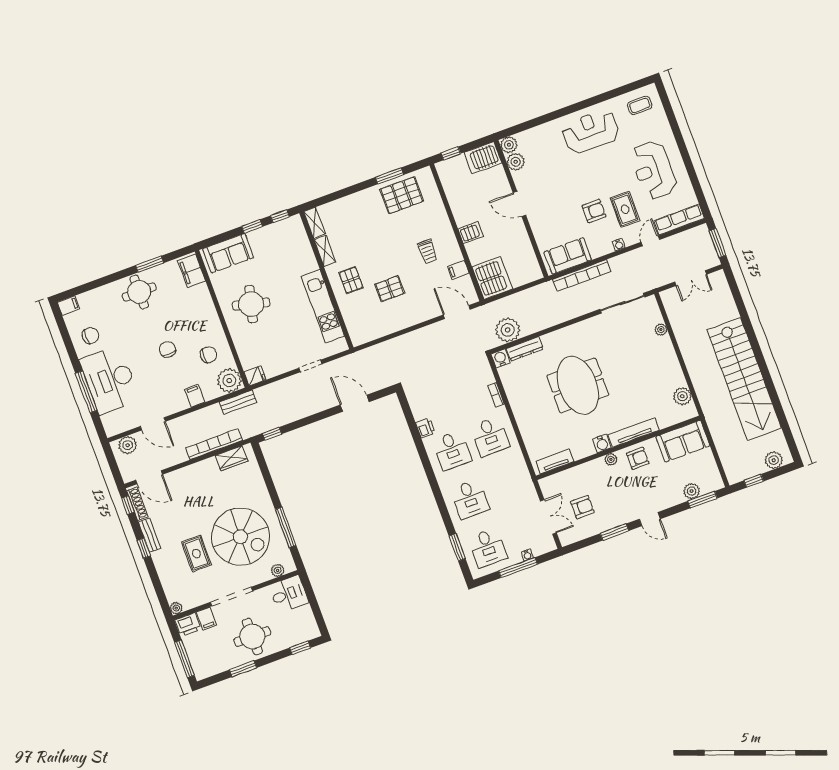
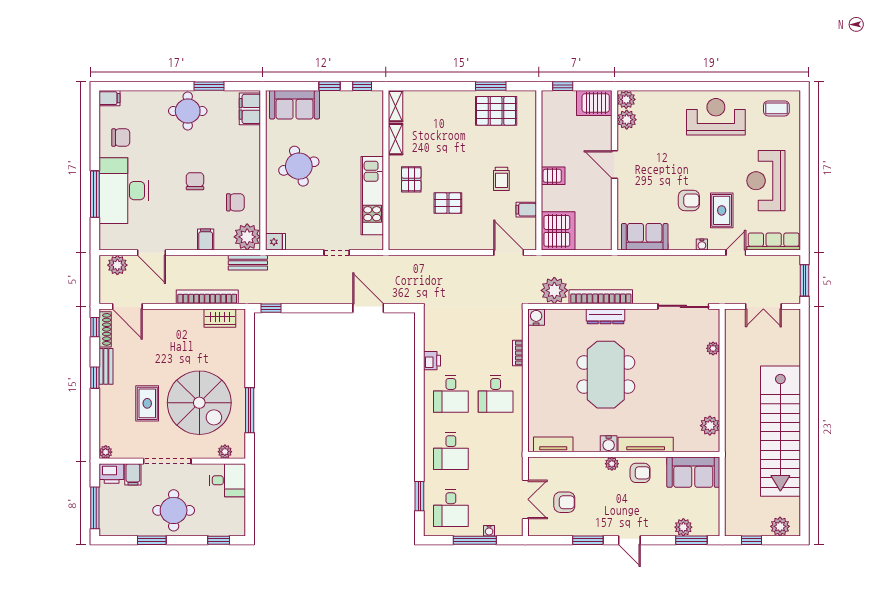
bookcase: (582, 275) -> (601, 297), moved, turned 180
round table: (251, 304) -> (299, 166), turned -30
dresser: (525, 349) -> (606, 316), moved

